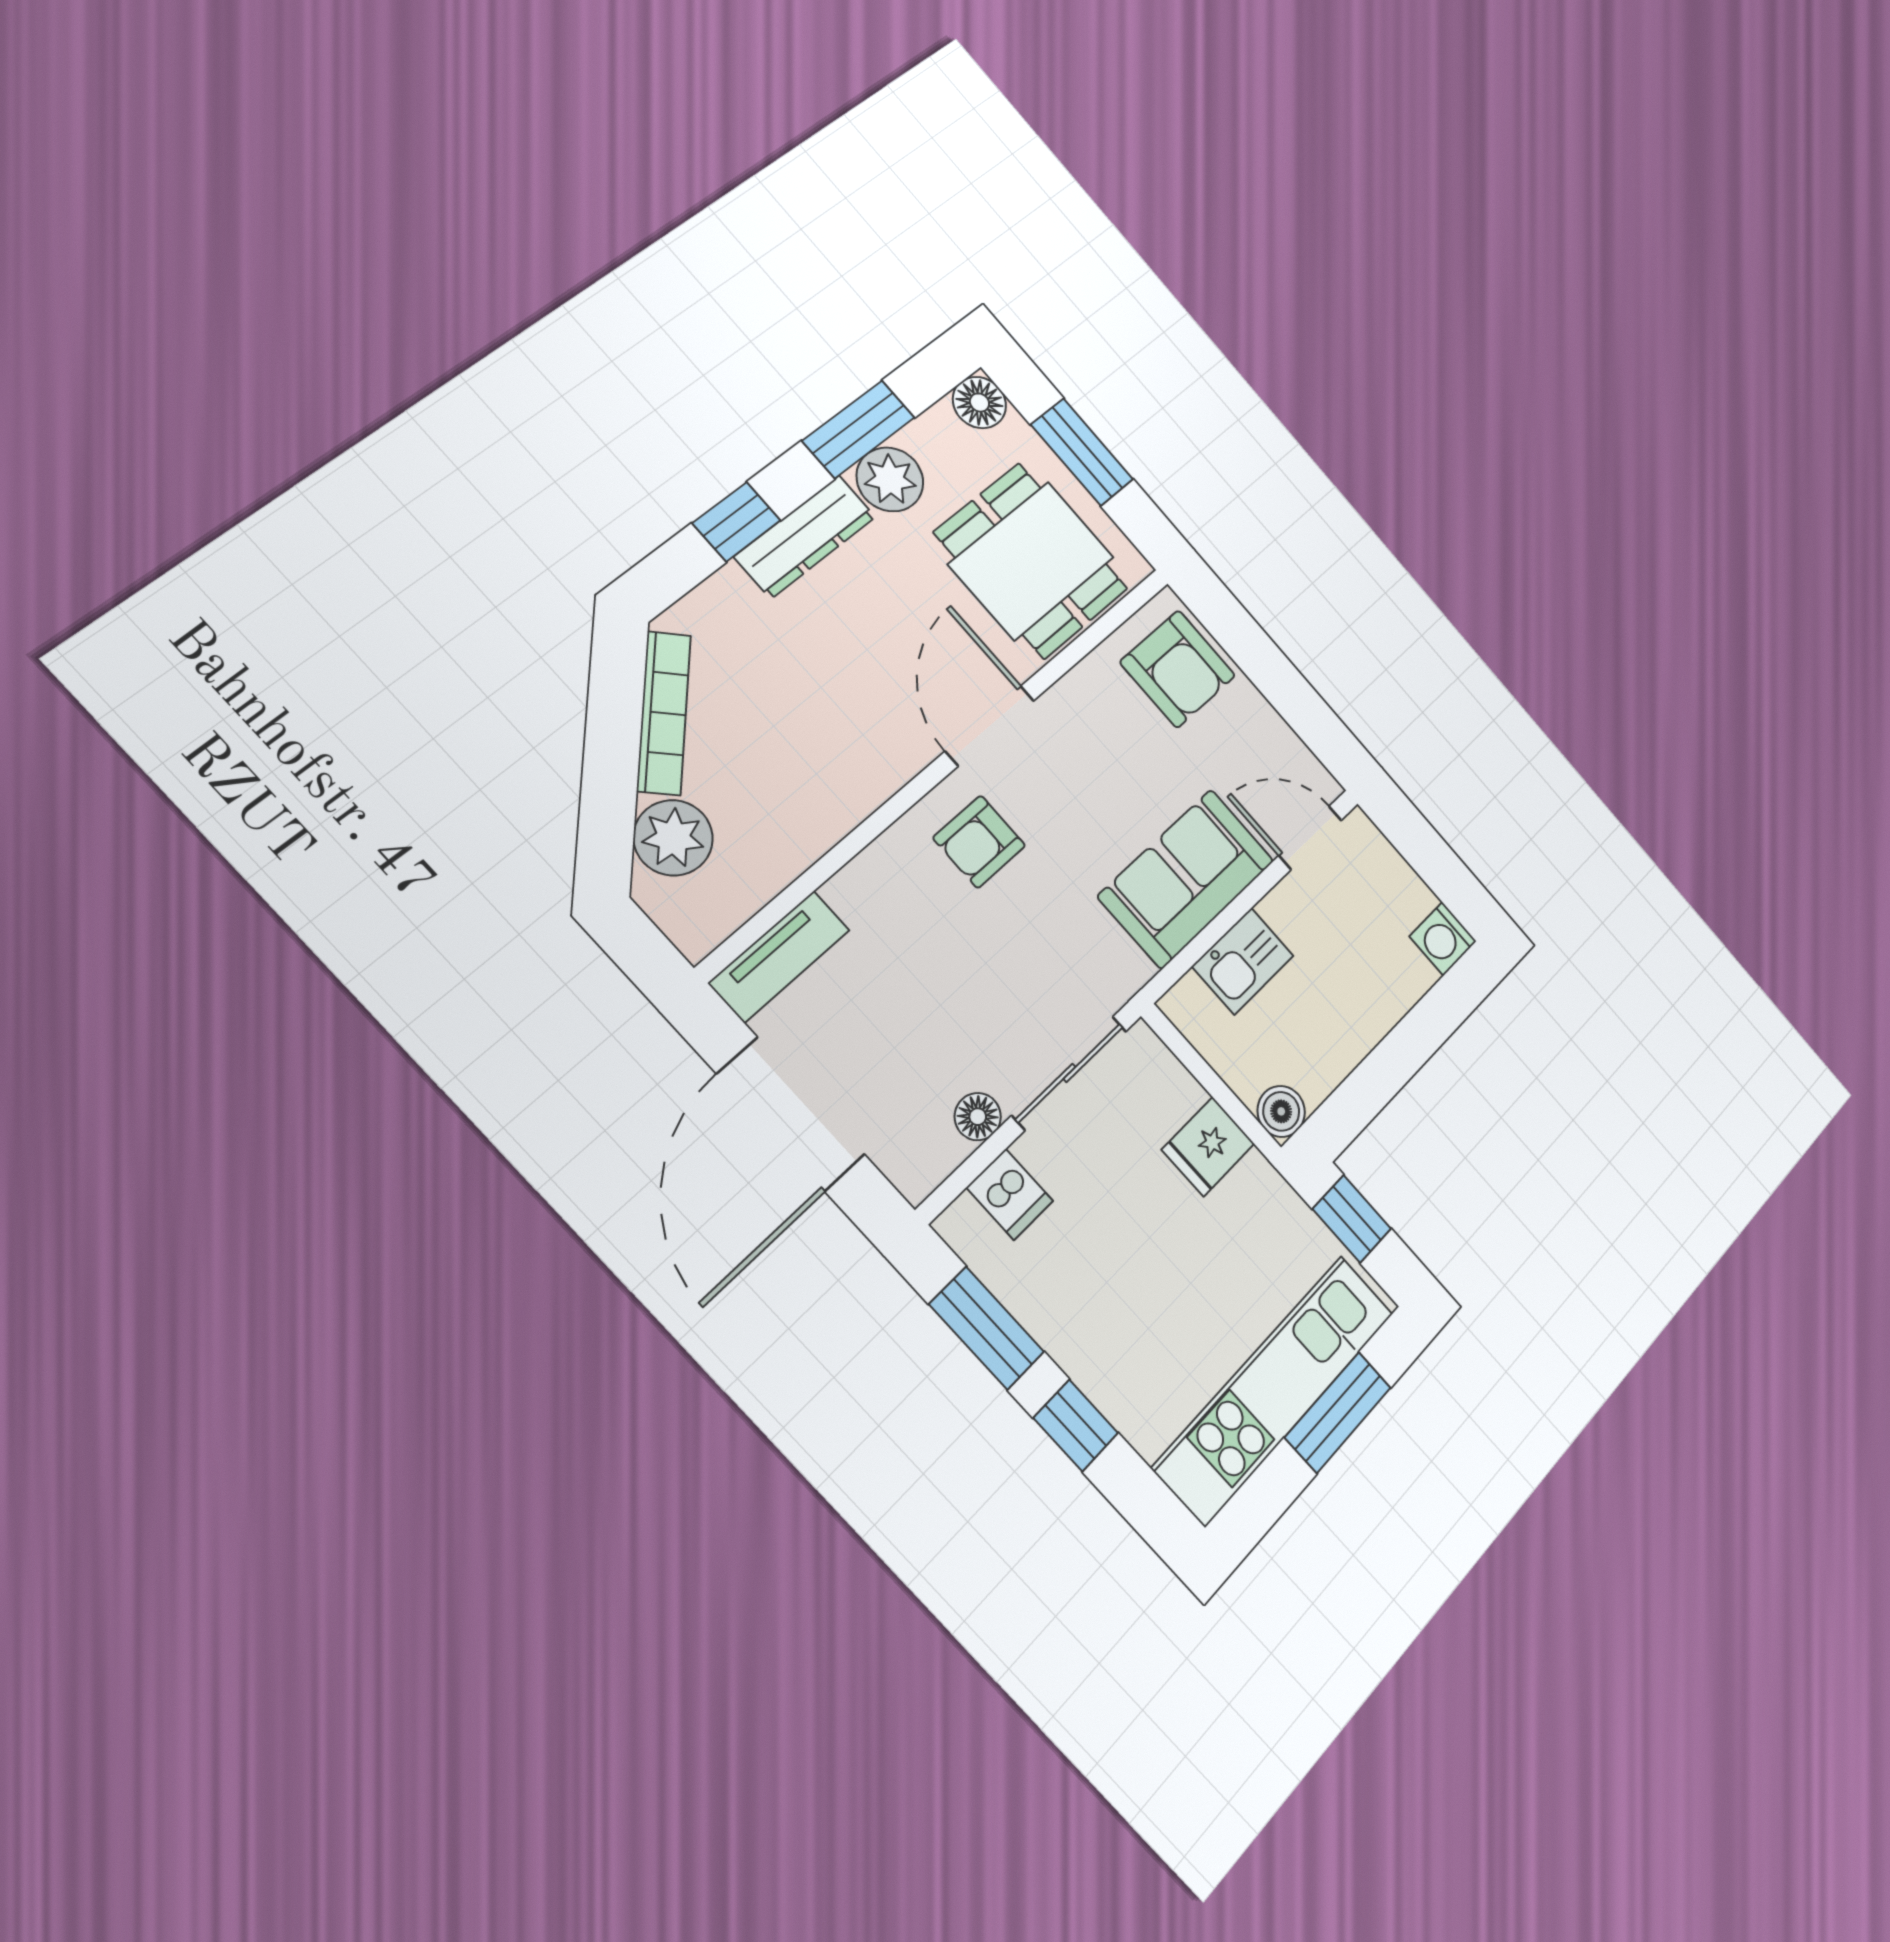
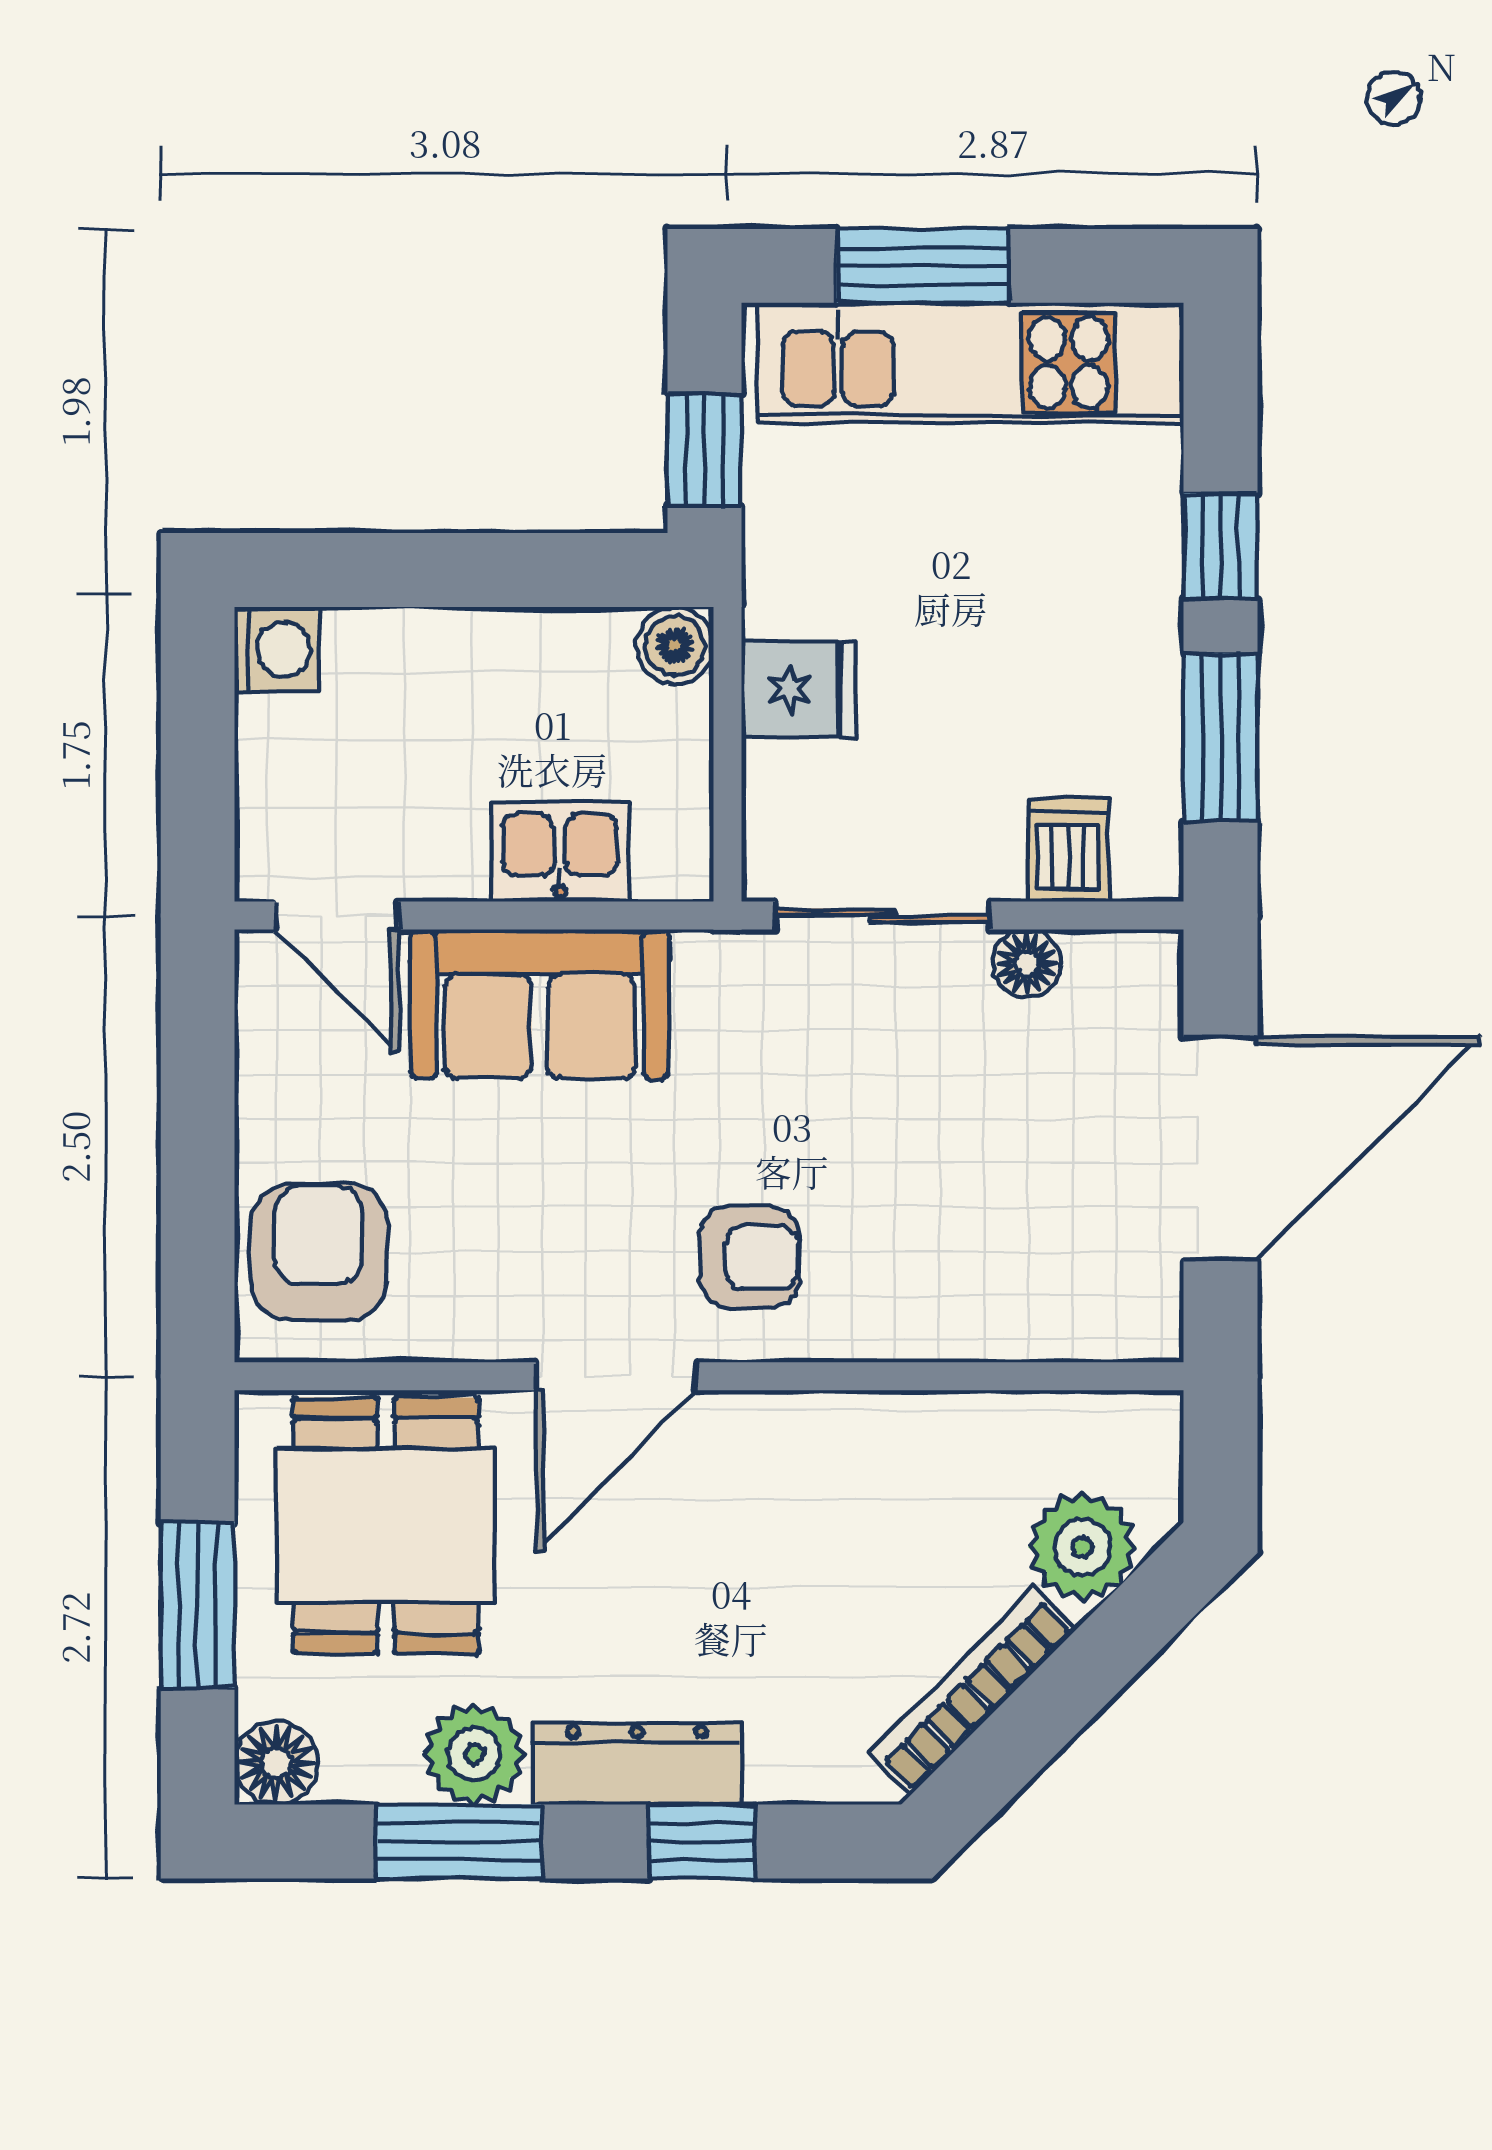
tv unit: (779, 956) -> (1084, 1324), removed

